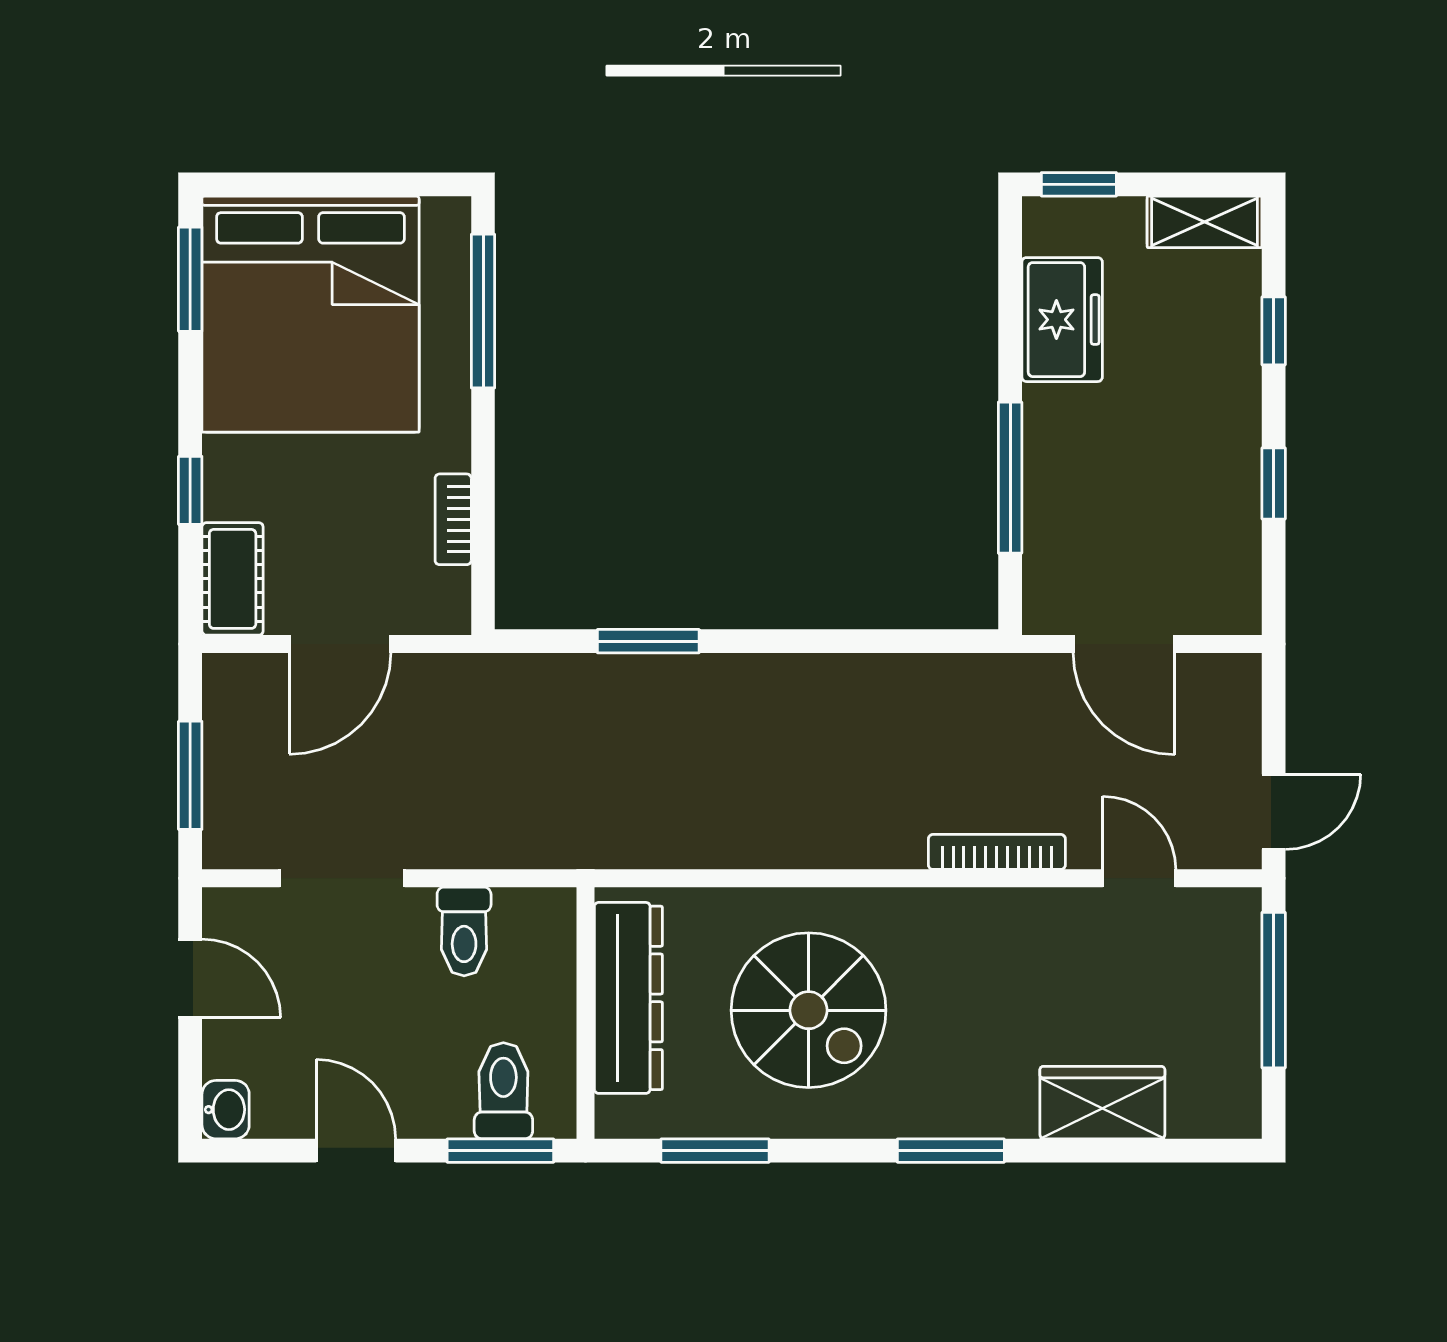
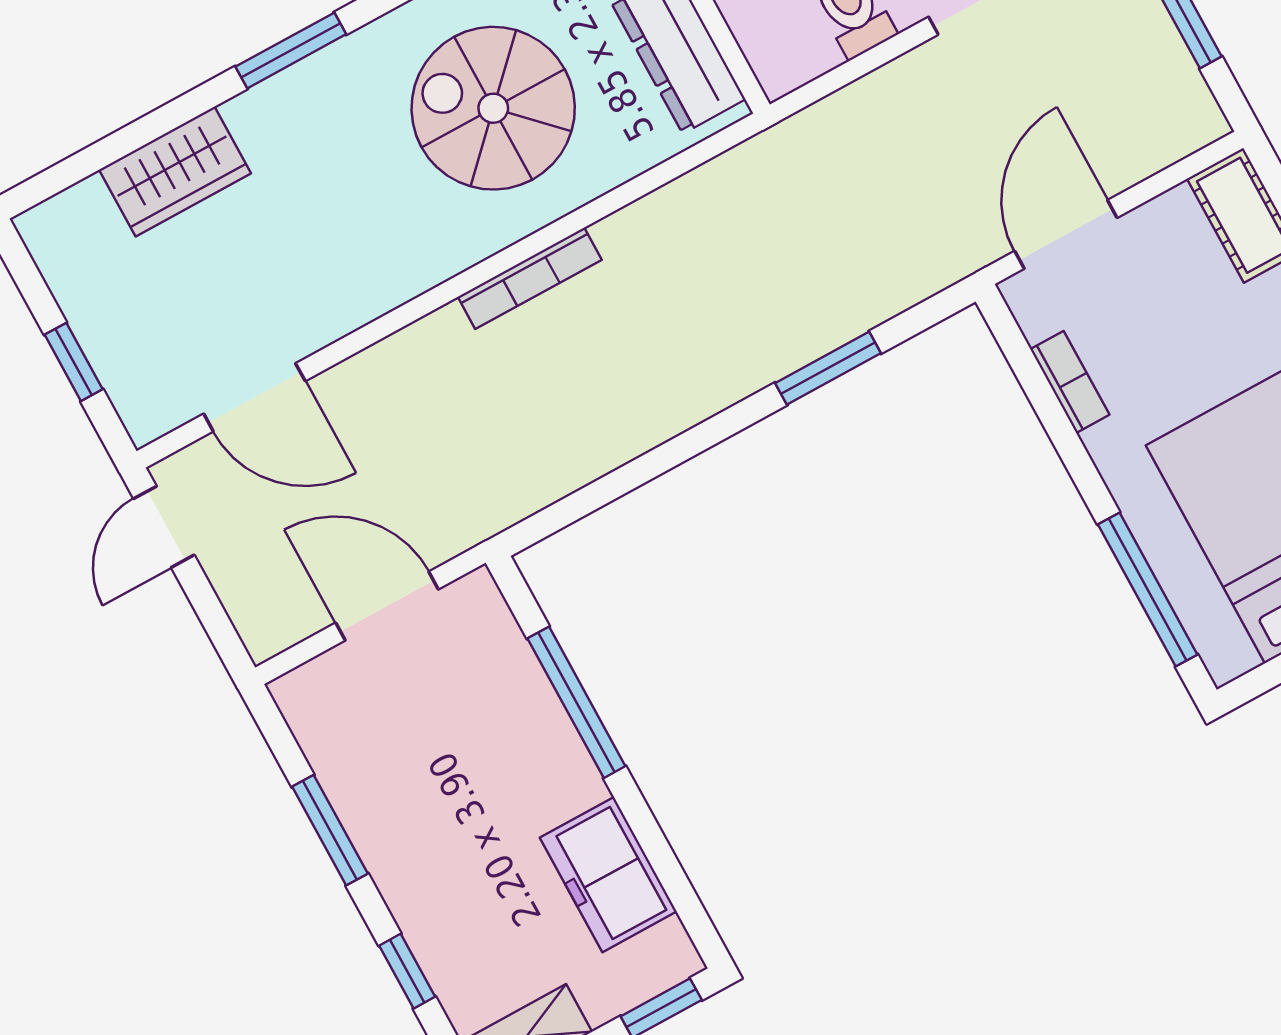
window: (1274, 483) -> (330, 830), width x1.50
door: (340, 644) -> (1066, 234), moved
bookcase: (997, 852) -> (530, 278), moved
door: (1139, 878) -> (254, 397), width x1.38
window: (1274, 990) -> (74, 362), width x0.46

